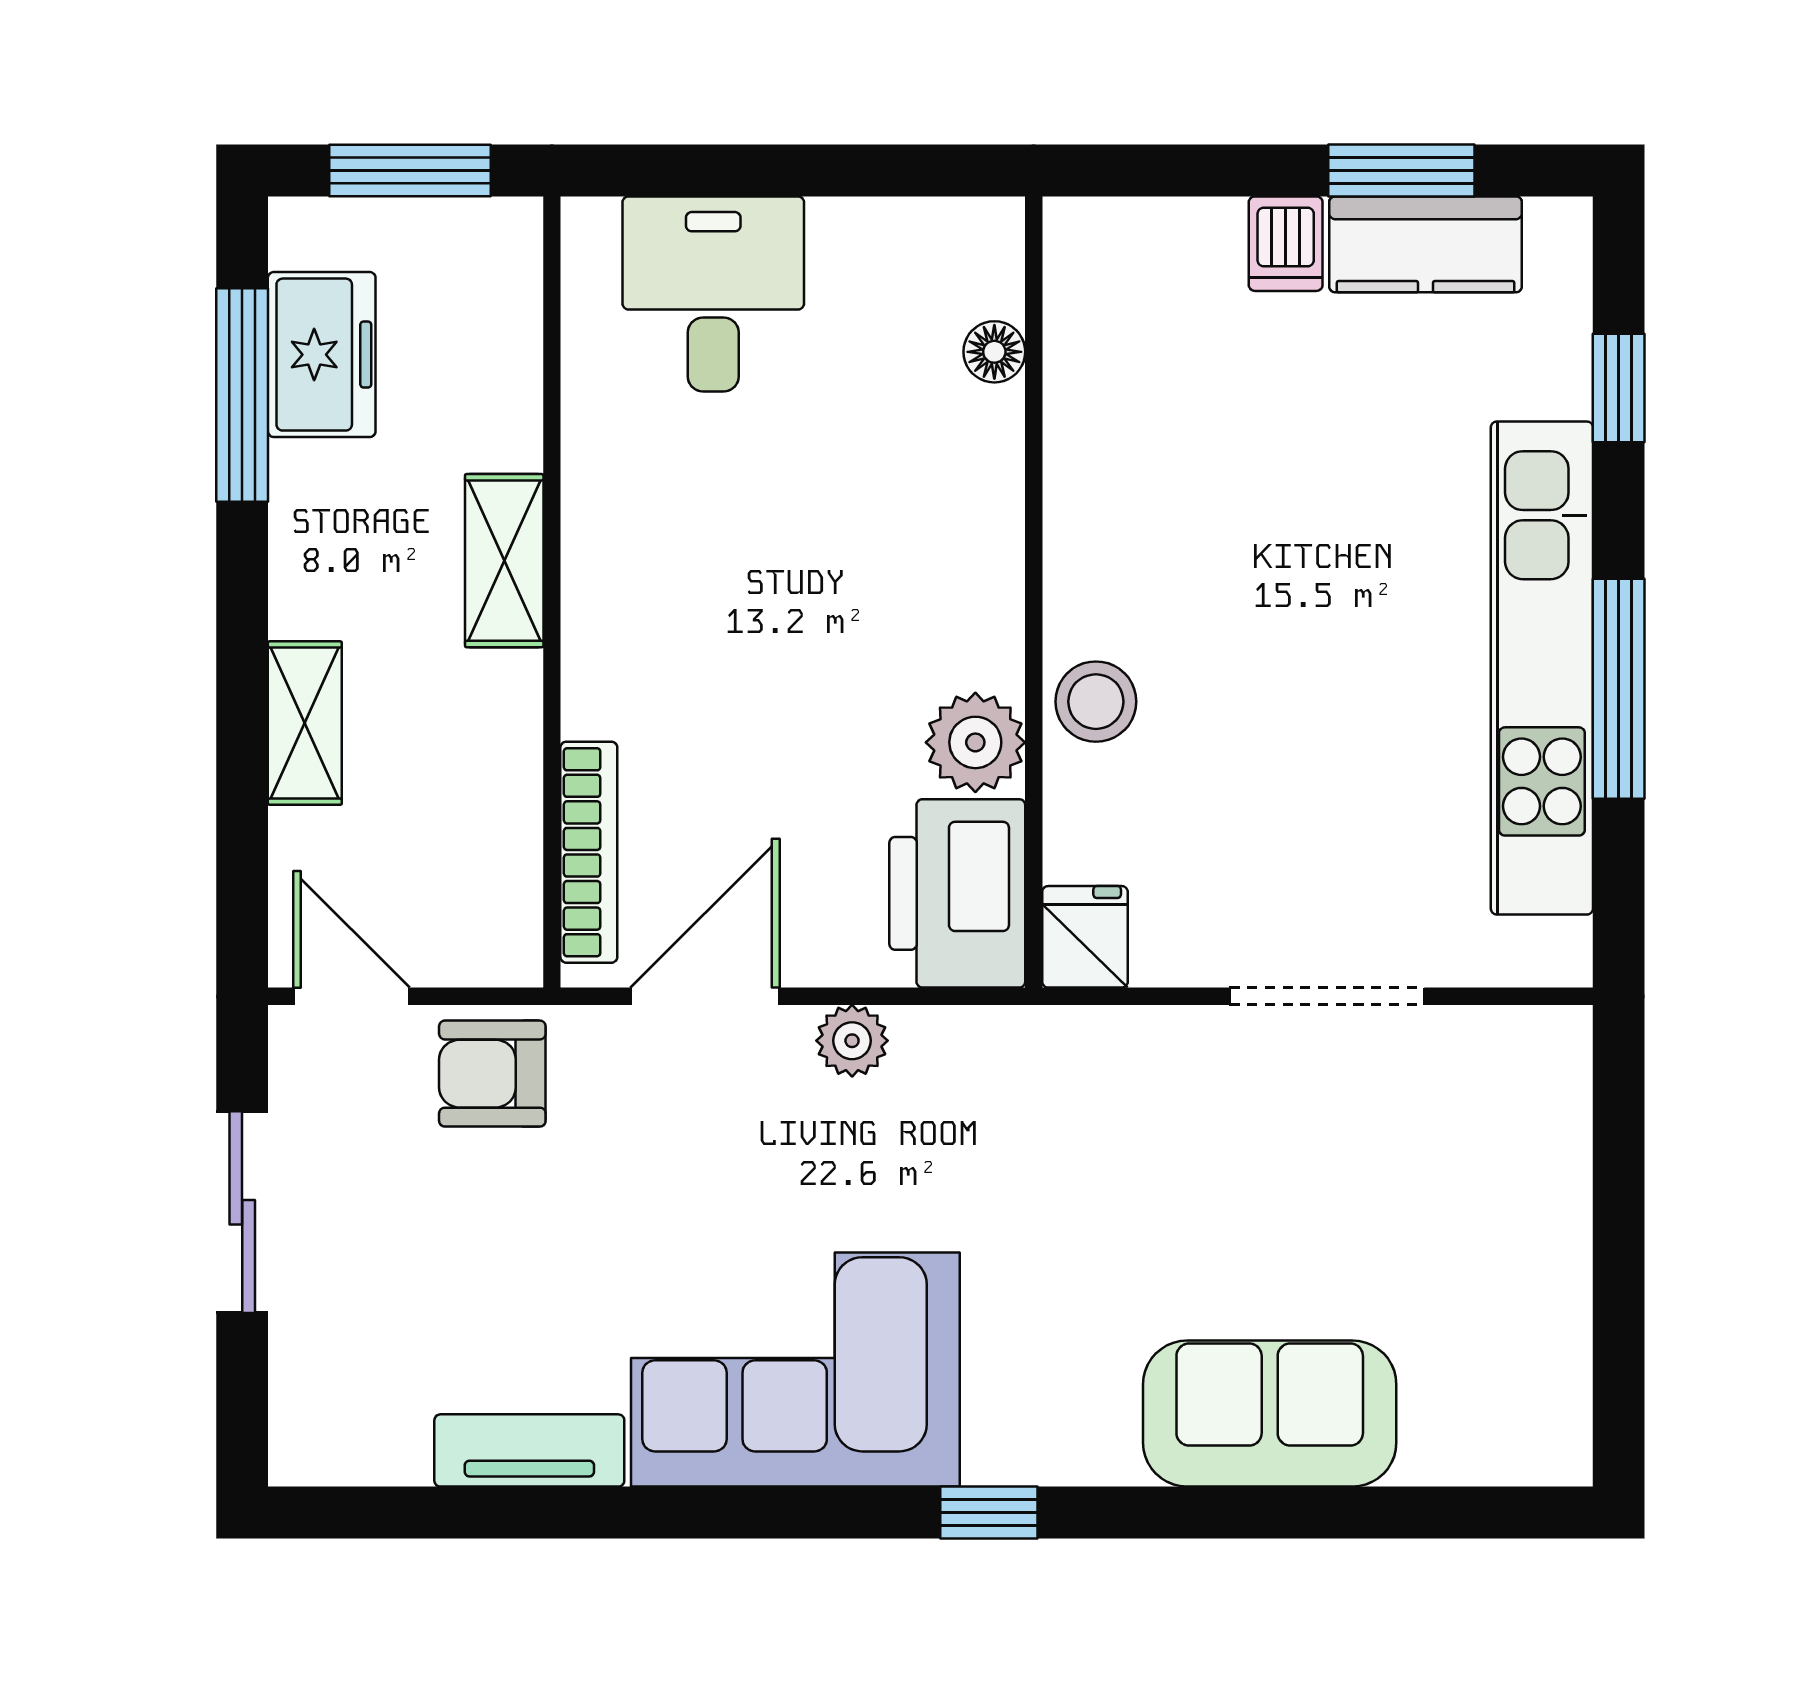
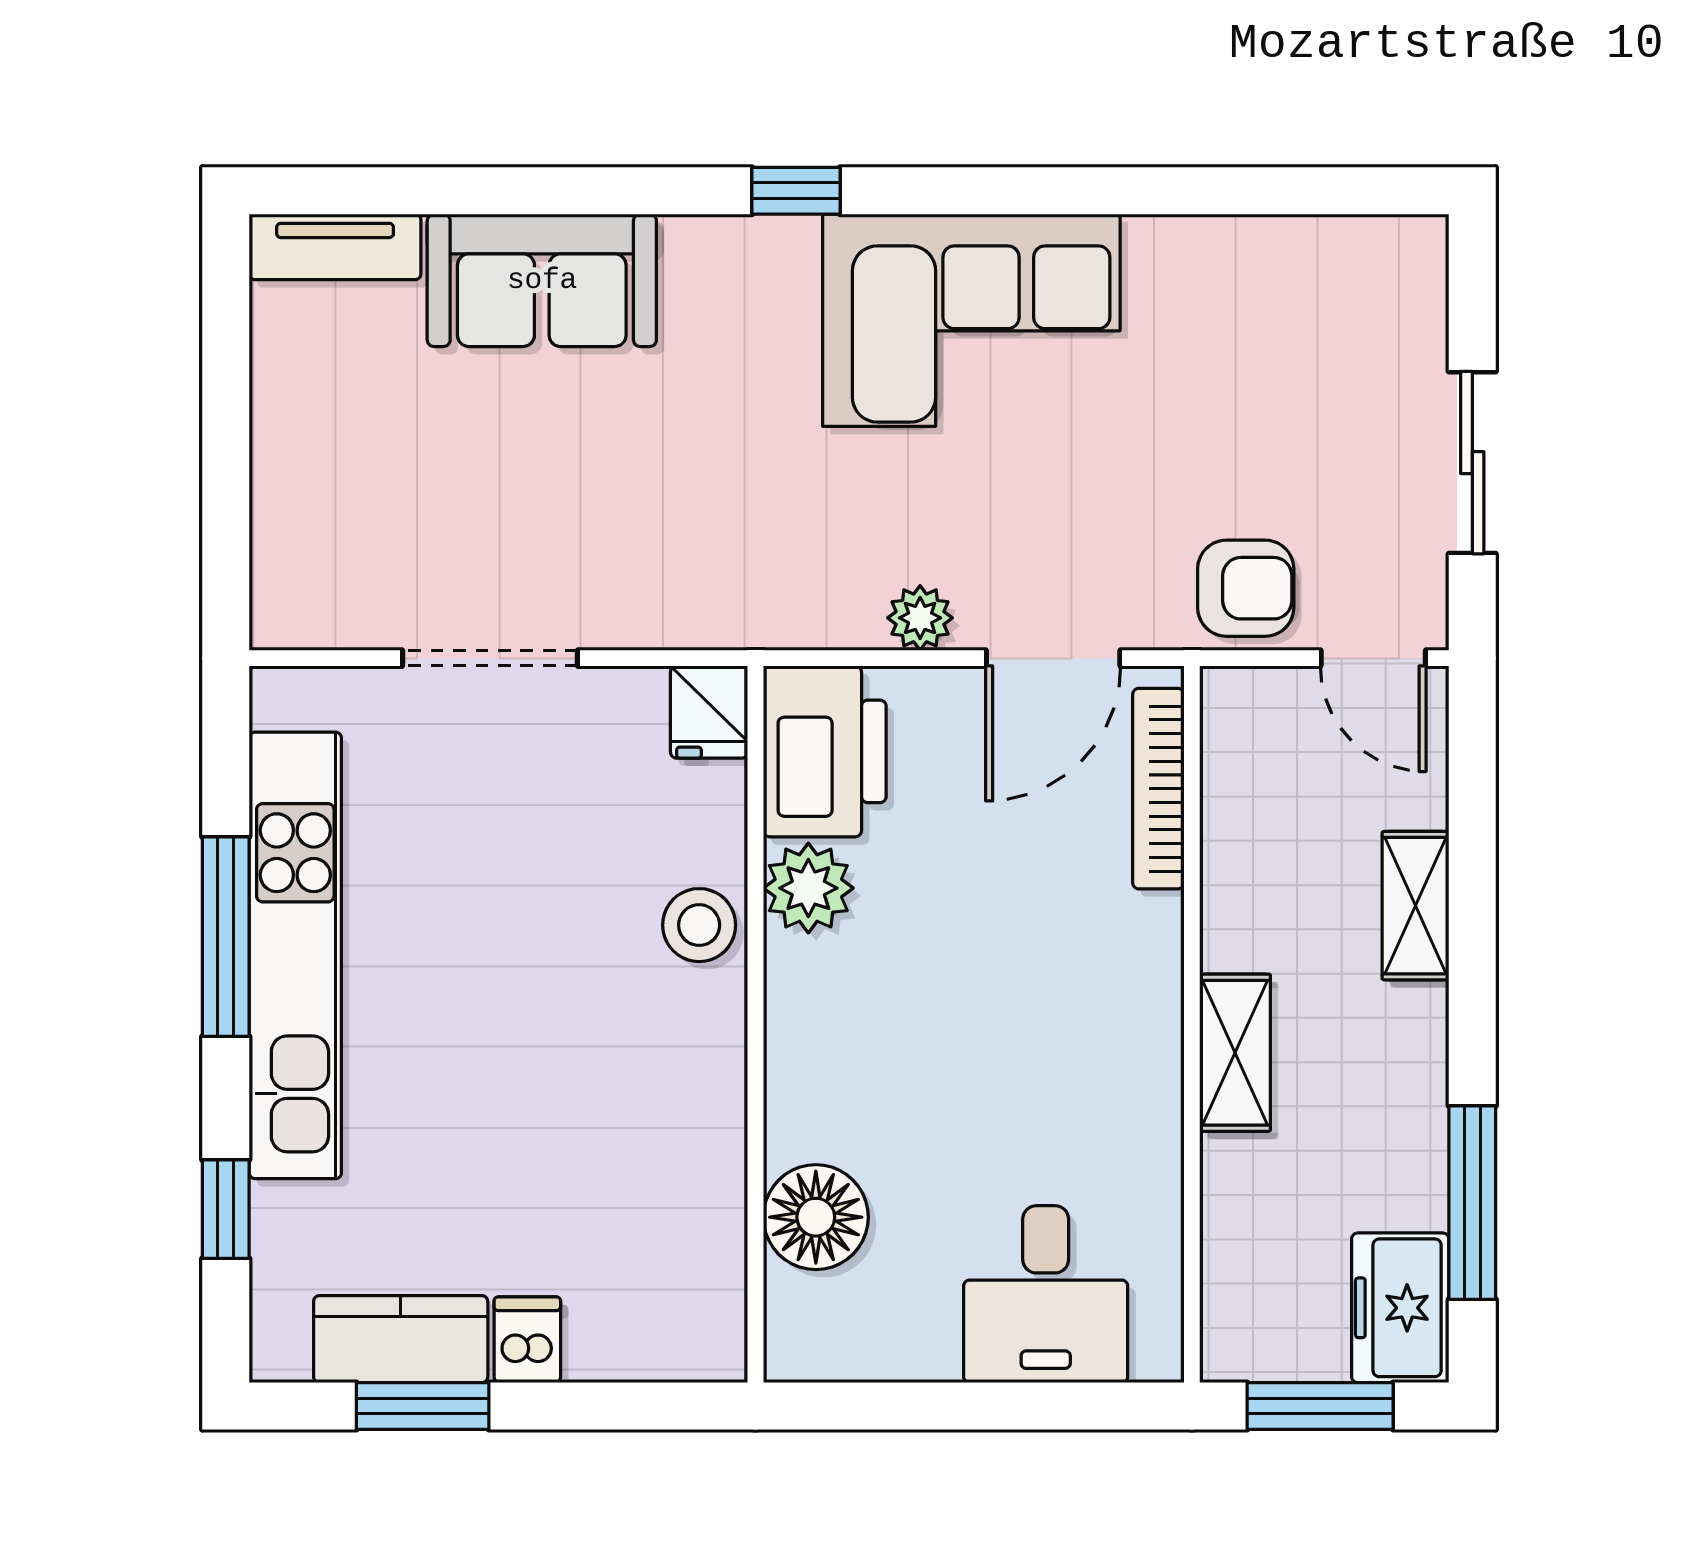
floor lamp: (994, 352) -> (816, 1217), width x1.89, depth x1.89
freezer: (322, 355) -> (1400, 1308), moved
tv unit: (529, 1450) -> (335, 247), moved

